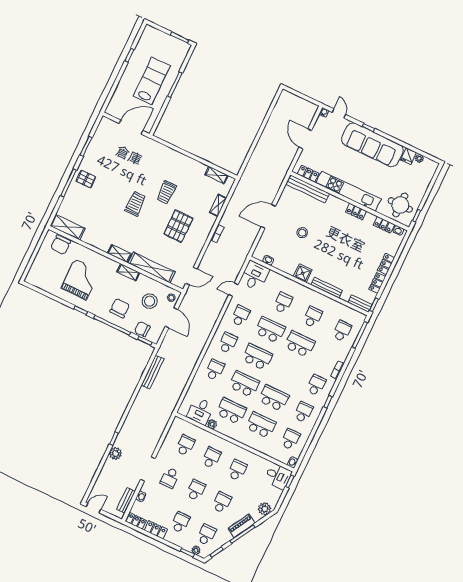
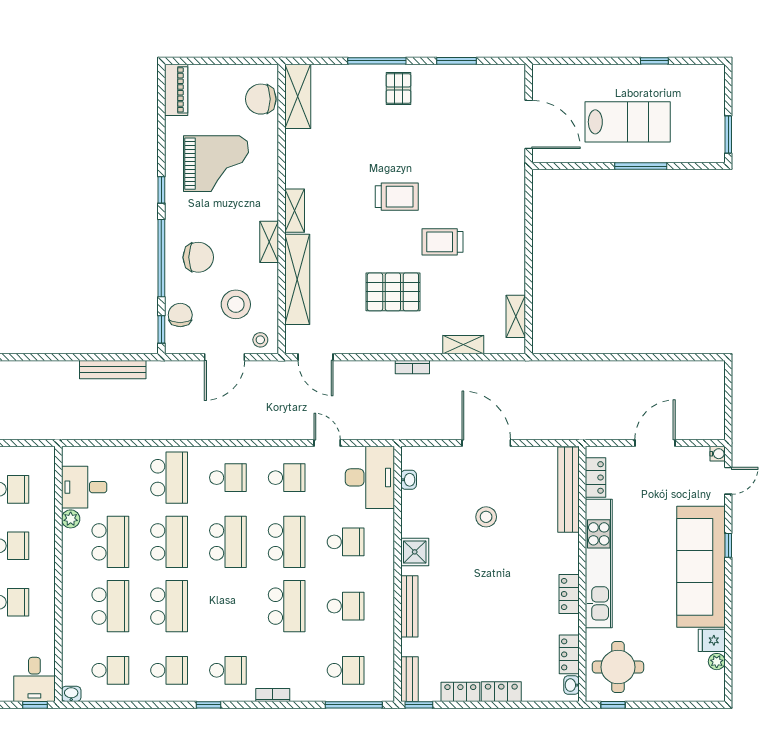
desk: (255, 276) -> (370, 477), width x1.37
piano: (38, 282) -> (176, 90), added
school desk: (215, 370) -> (169, 478), width x1.85

